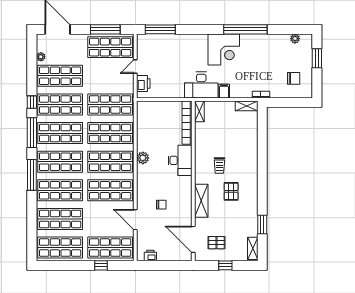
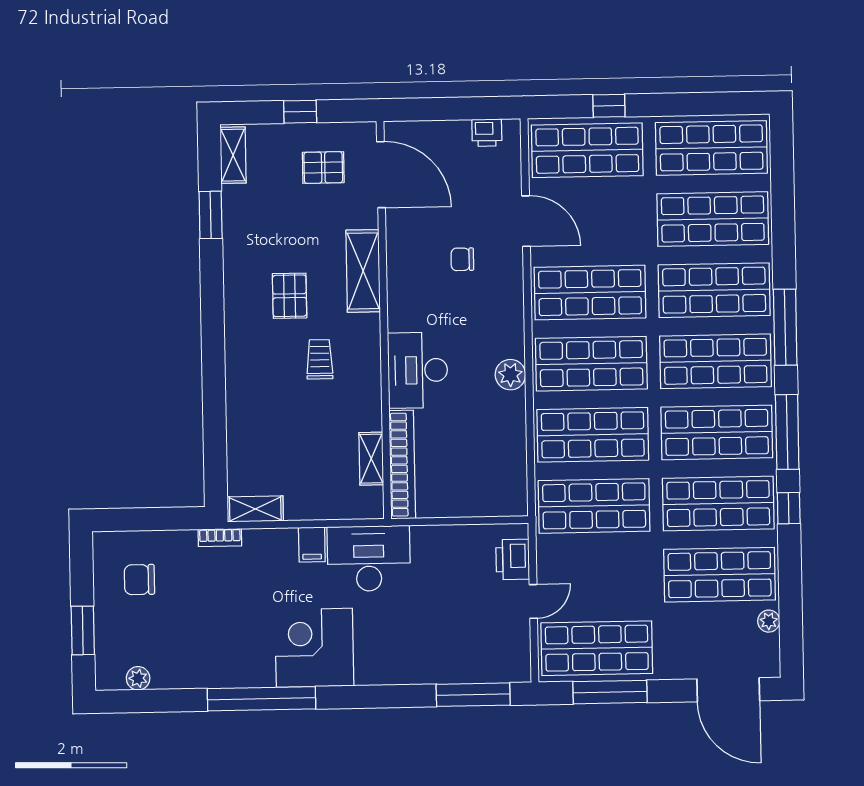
shelving: (199, 111) -> (371, 459), moved

